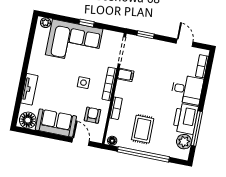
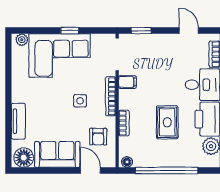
armchair: (93, 115) -> (98, 137), turned 180
rug: (143, 129) -> (167, 122), moved

